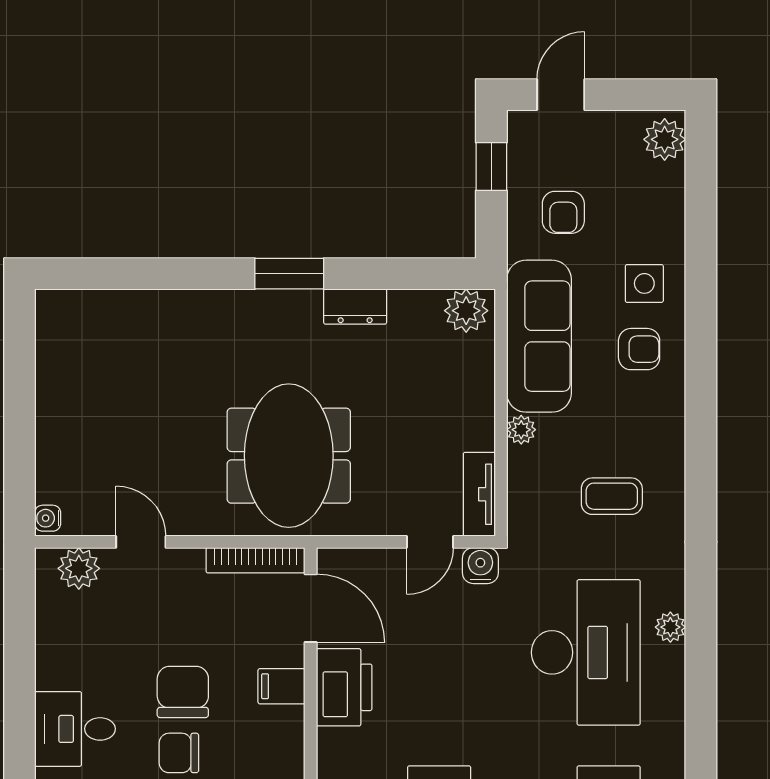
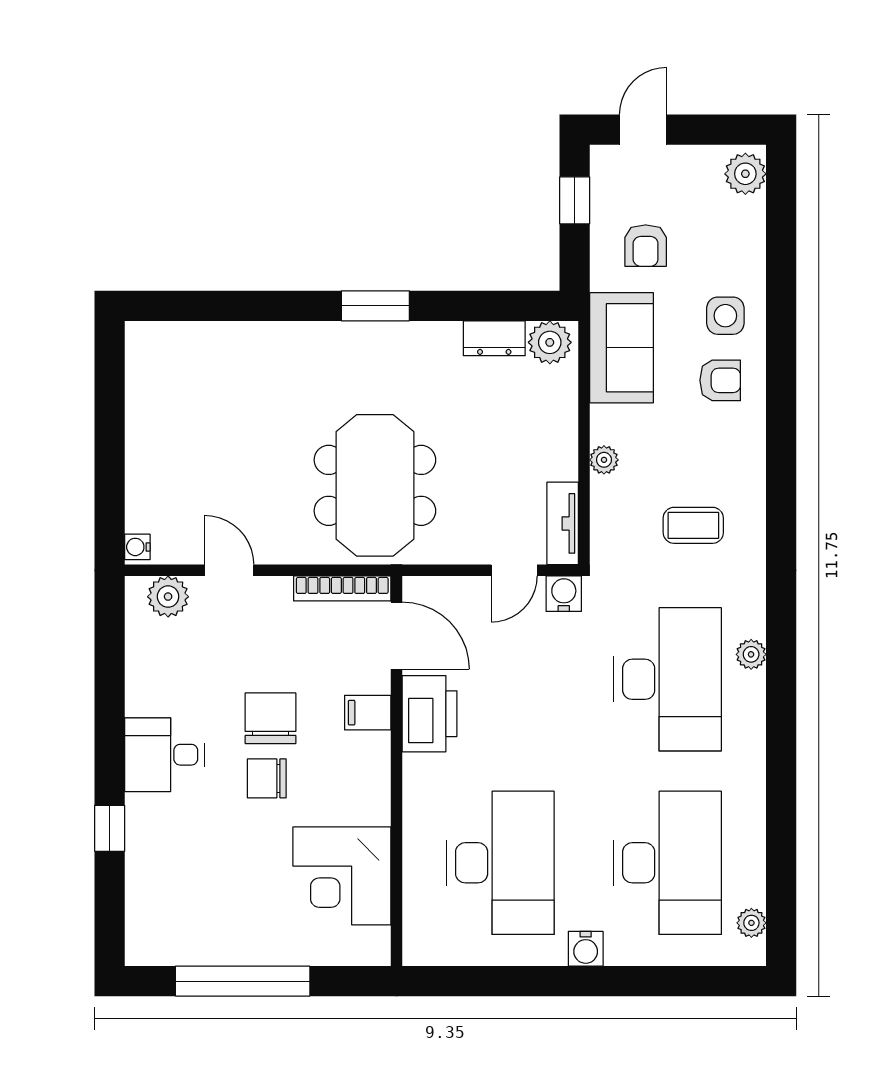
dresser: (355, 306) -> (494, 338), moved
sofa: (539, 336) -> (622, 348), width x0.73

